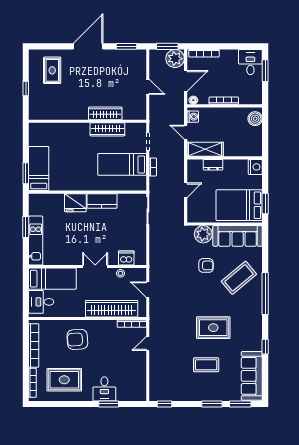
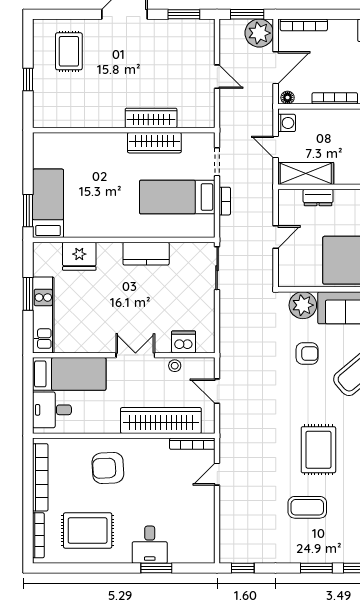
fridge: (75, 203) -> (79, 256), moved
rug: (213, 328) -> (318, 450), turned 90

